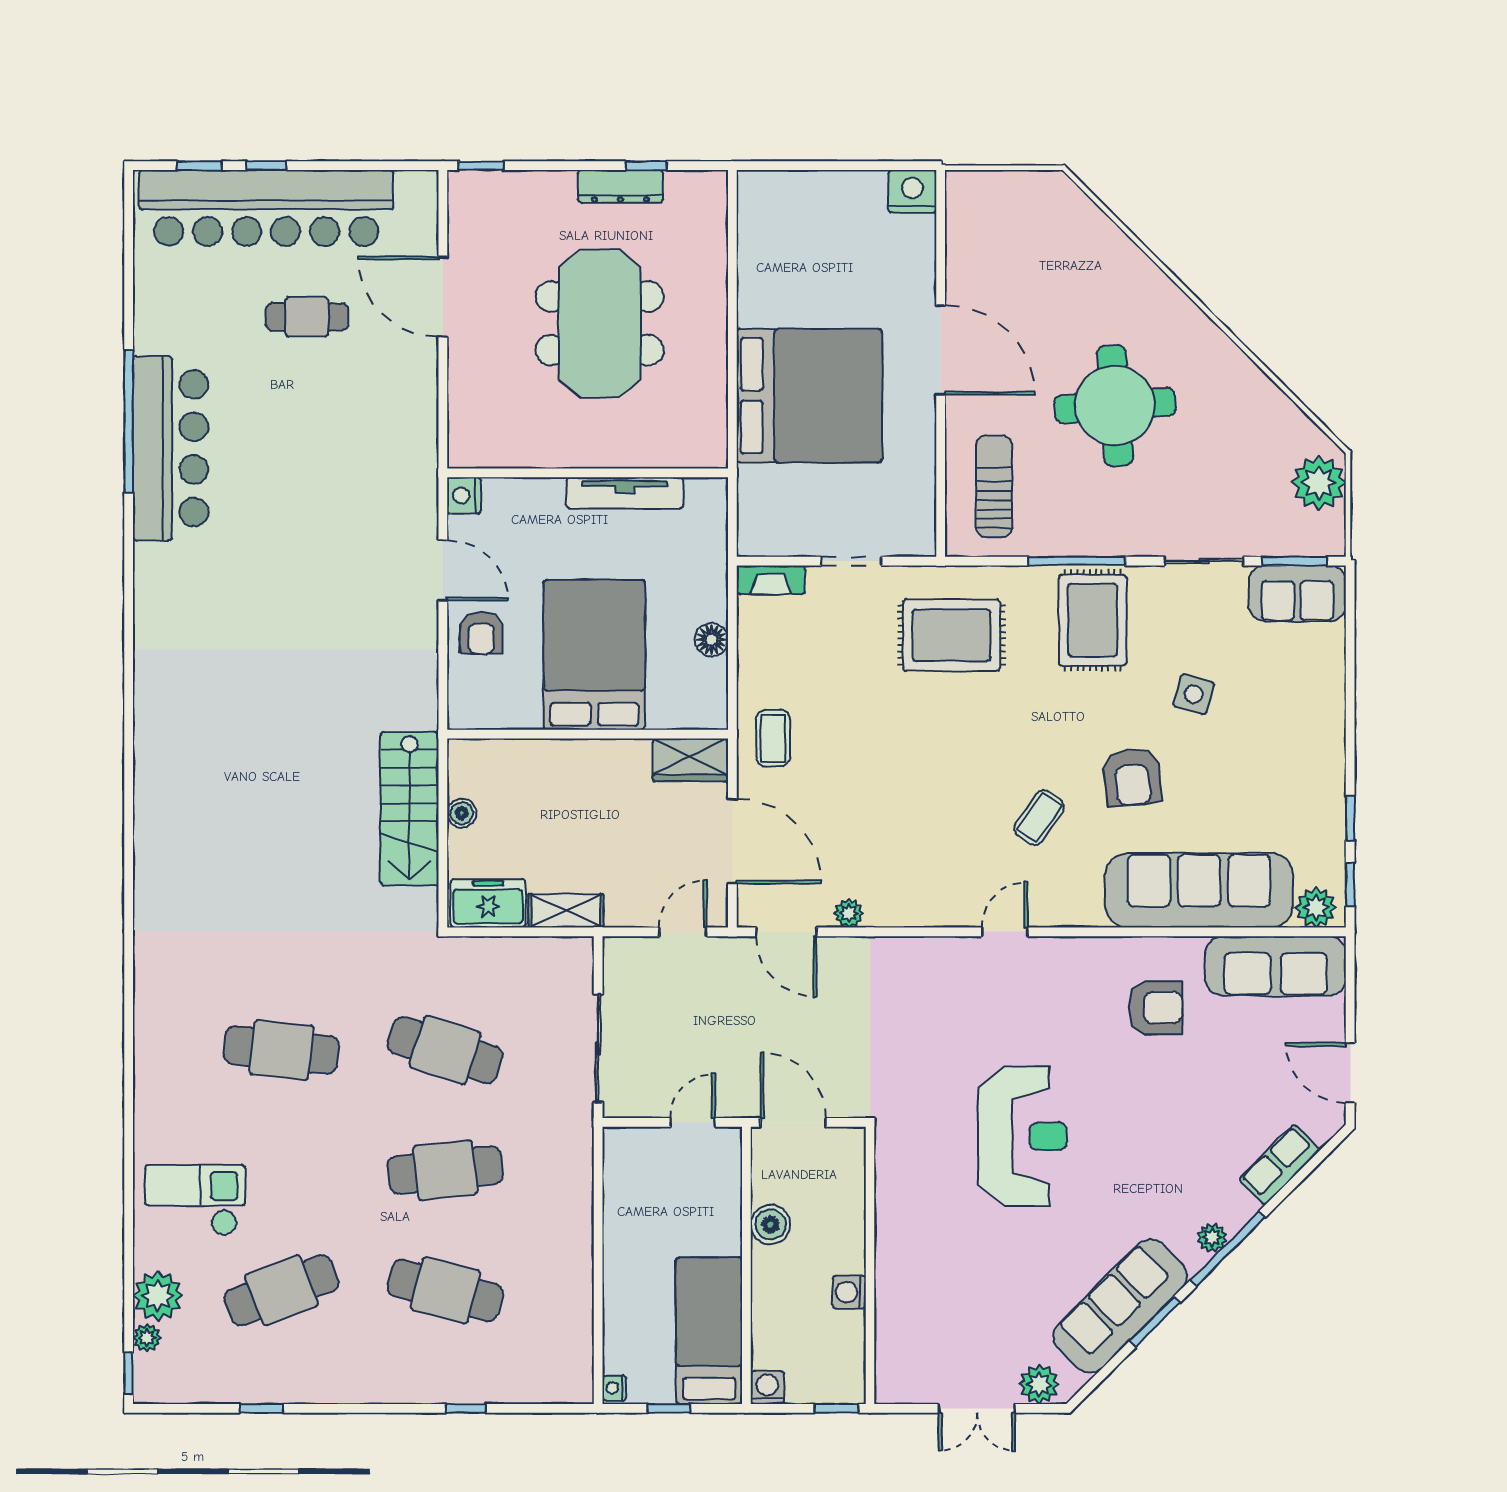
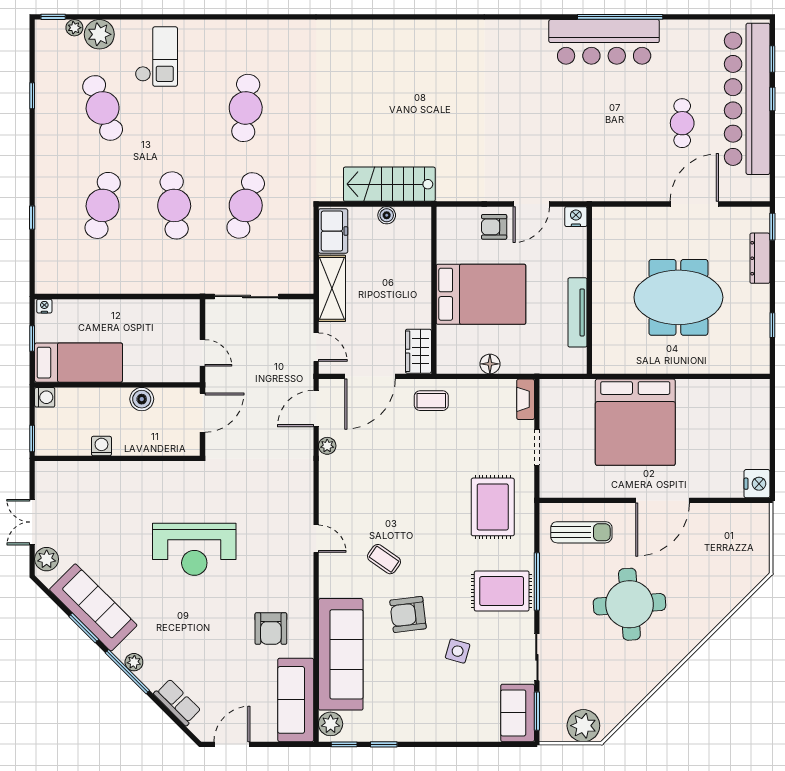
dresser: (620, 186) -> (760, 258), moved
shelving: (566, 911) -> (332, 288), width x1.50, depth x1.33

